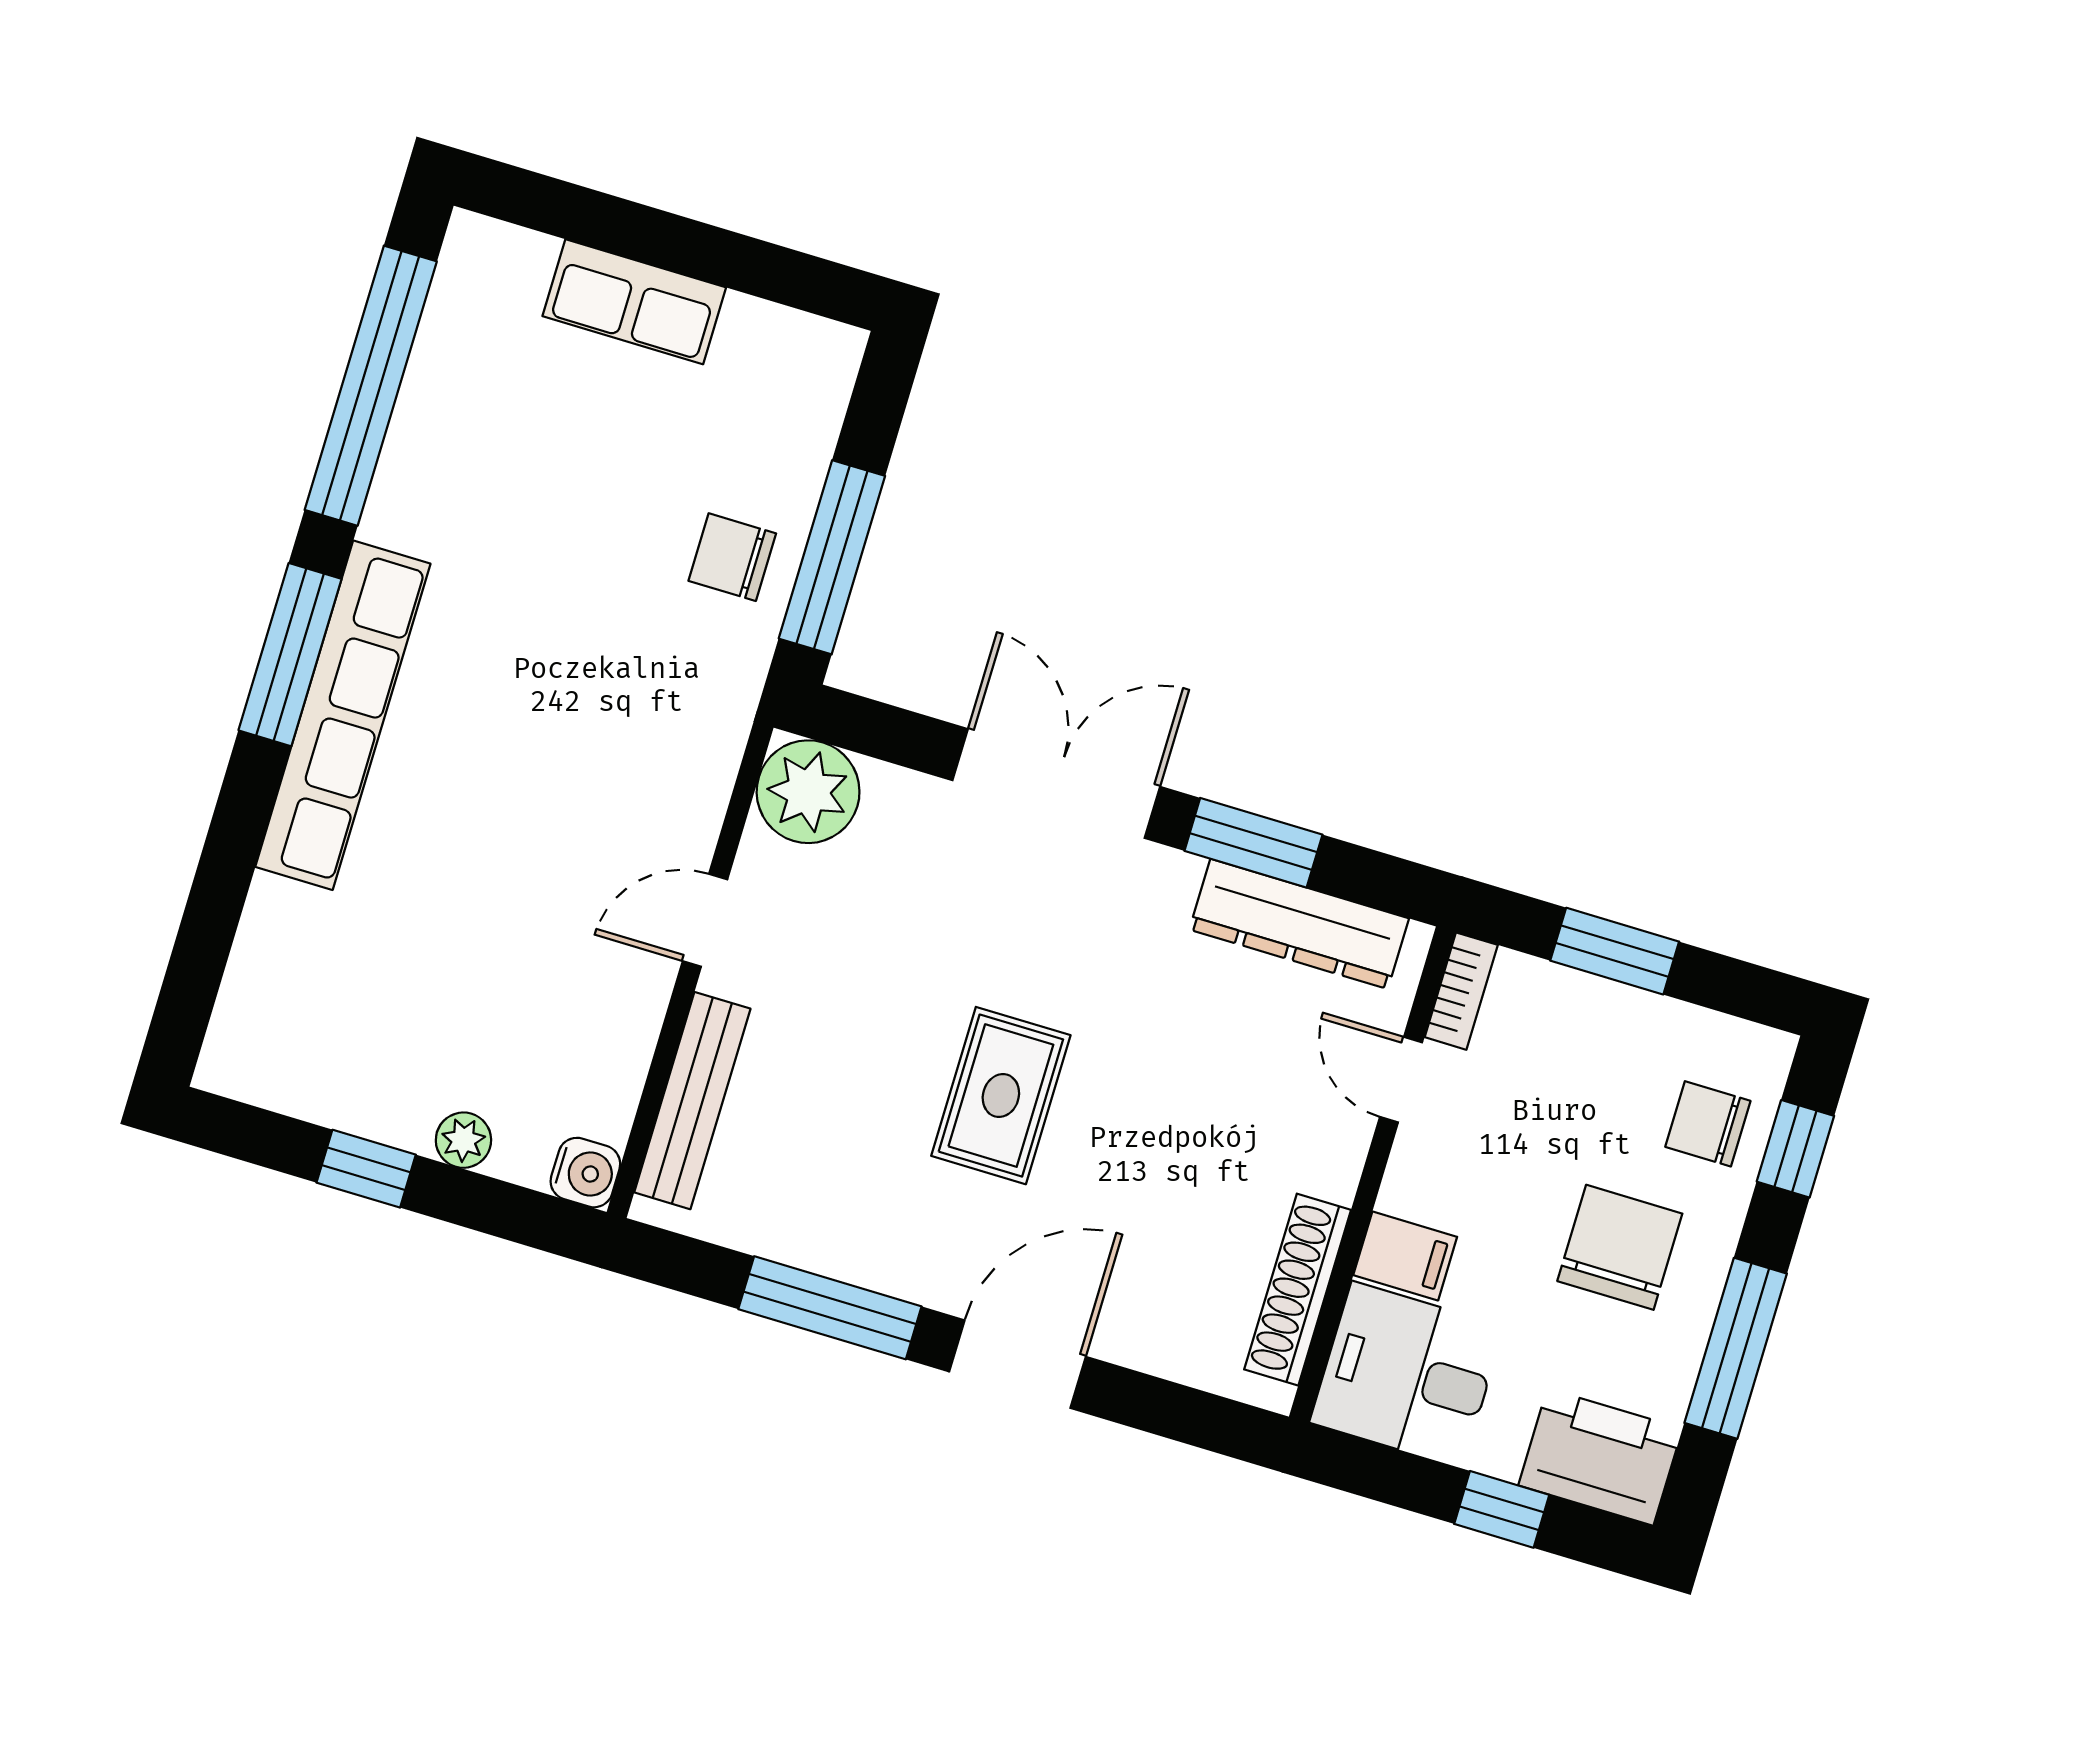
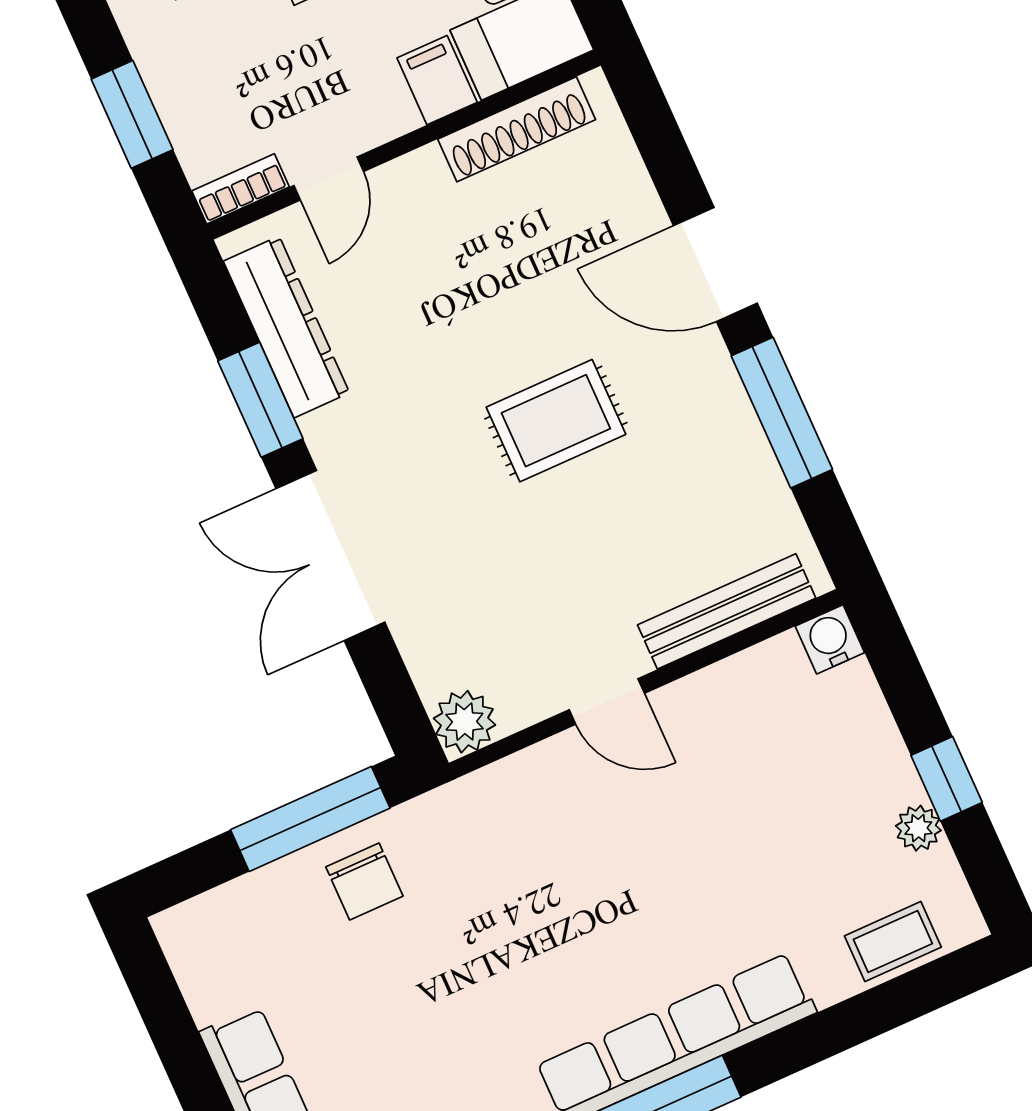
plant: (808, 792) -> (465, 722), width x0.73, depth x0.73
coffee table: (260, 991) -> (893, 942), added
plant: (463, 1140) -> (918, 828), moved

